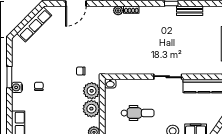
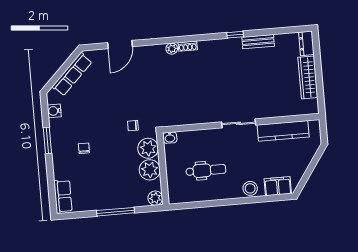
water cooler: (17, 87) -> (54, 111), moved

